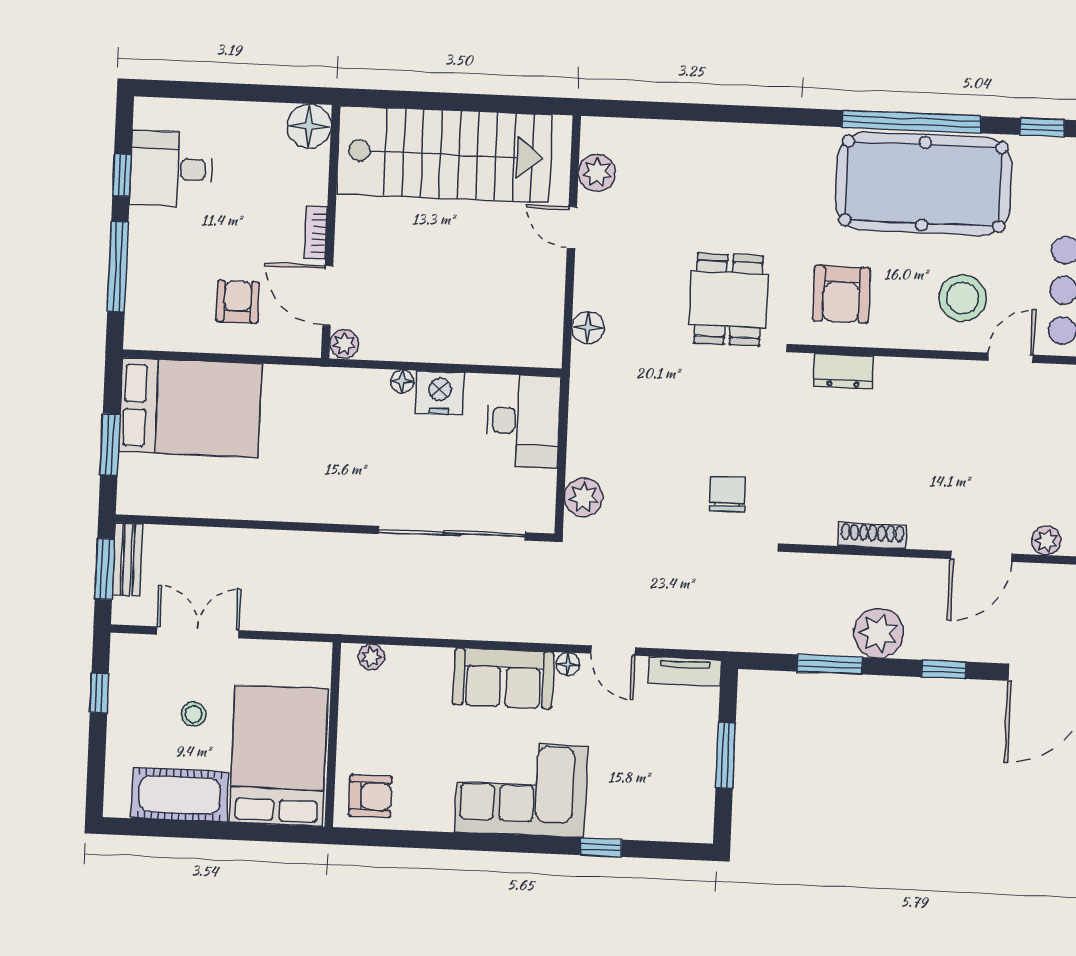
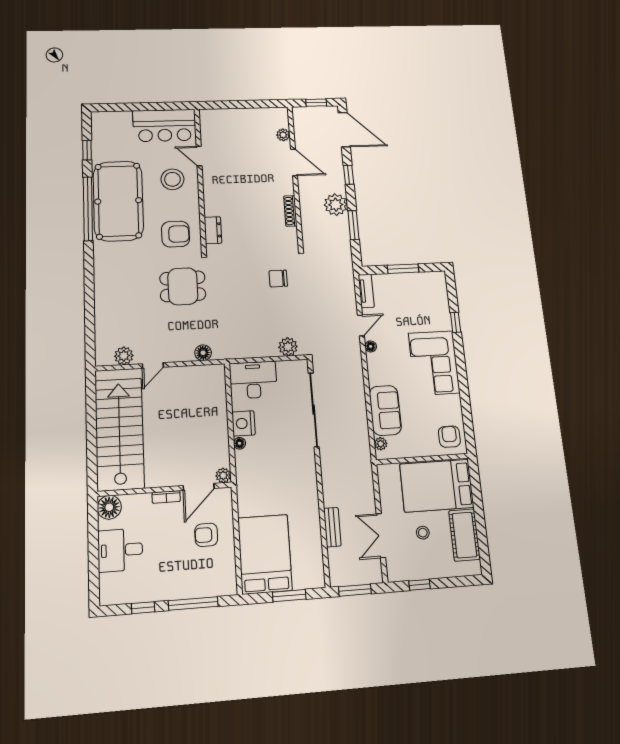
desk: (171, 169) -> (120, 550), moved, turned 90
bench: (128, 559) -> (332, 527), moved, turned 90
sofa: (503, 678) -> (385, 410), moved

